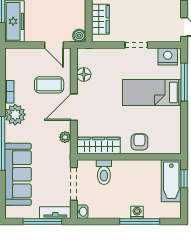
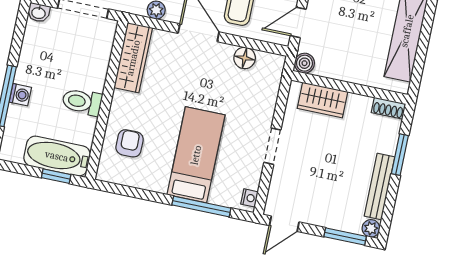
nightstand: (168, 57) -> (249, 198), width x0.53, depth x0.56
armchair: (139, 142) -> (130, 143), moved, turned -90
toilet: (104, 172) -> (82, 102), moved

